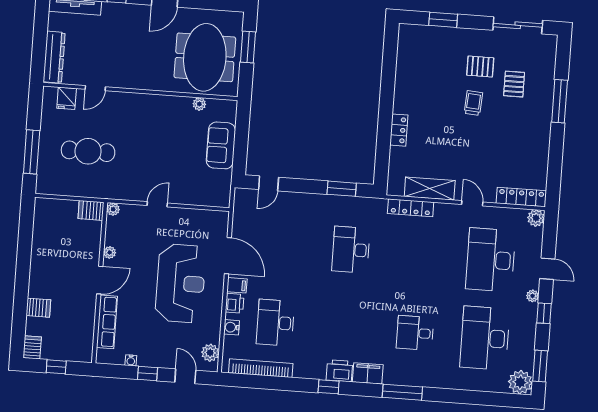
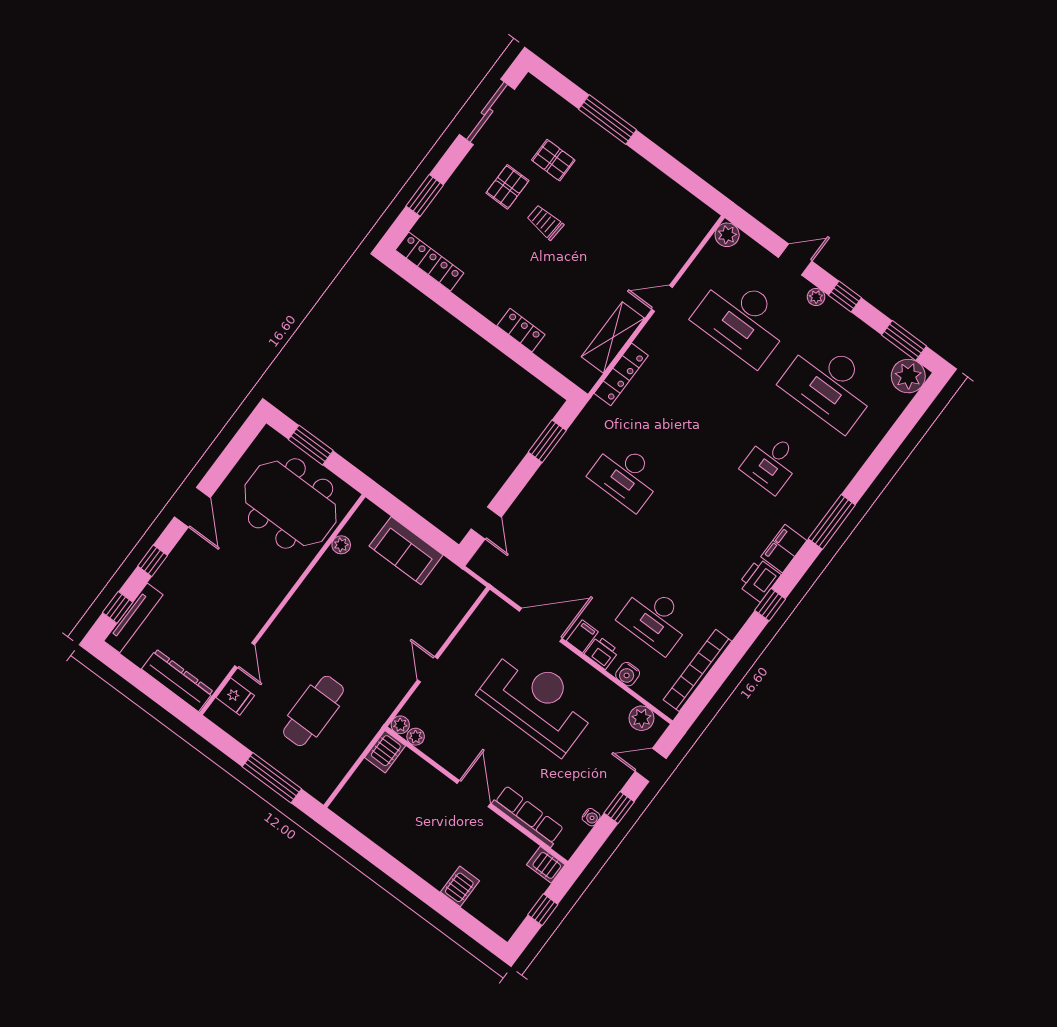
locker: (521, 197) -> (430, 262), moved, turned 90
plant: (110, 252) -> (416, 737), moved
server rack: (32, 347) -> (546, 865), moved

